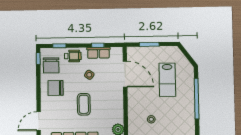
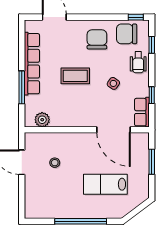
row of seats: (98, 53) -> (142, 112), moved
door: (125, 74) -> (114, 130), hinge flipped

